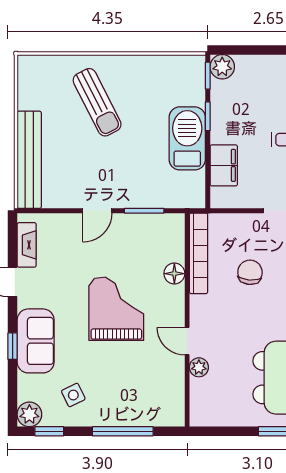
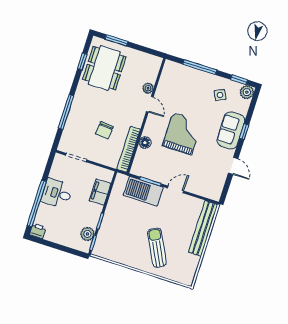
plant: (222, 67) -> (87, 234), moved
barbecue: (187, 138) -> (143, 191), moved, turned 90
fireplace: (27, 245) -> (219, 183), removed
grand piano: (116, 309) -> (182, 134), turned 180

